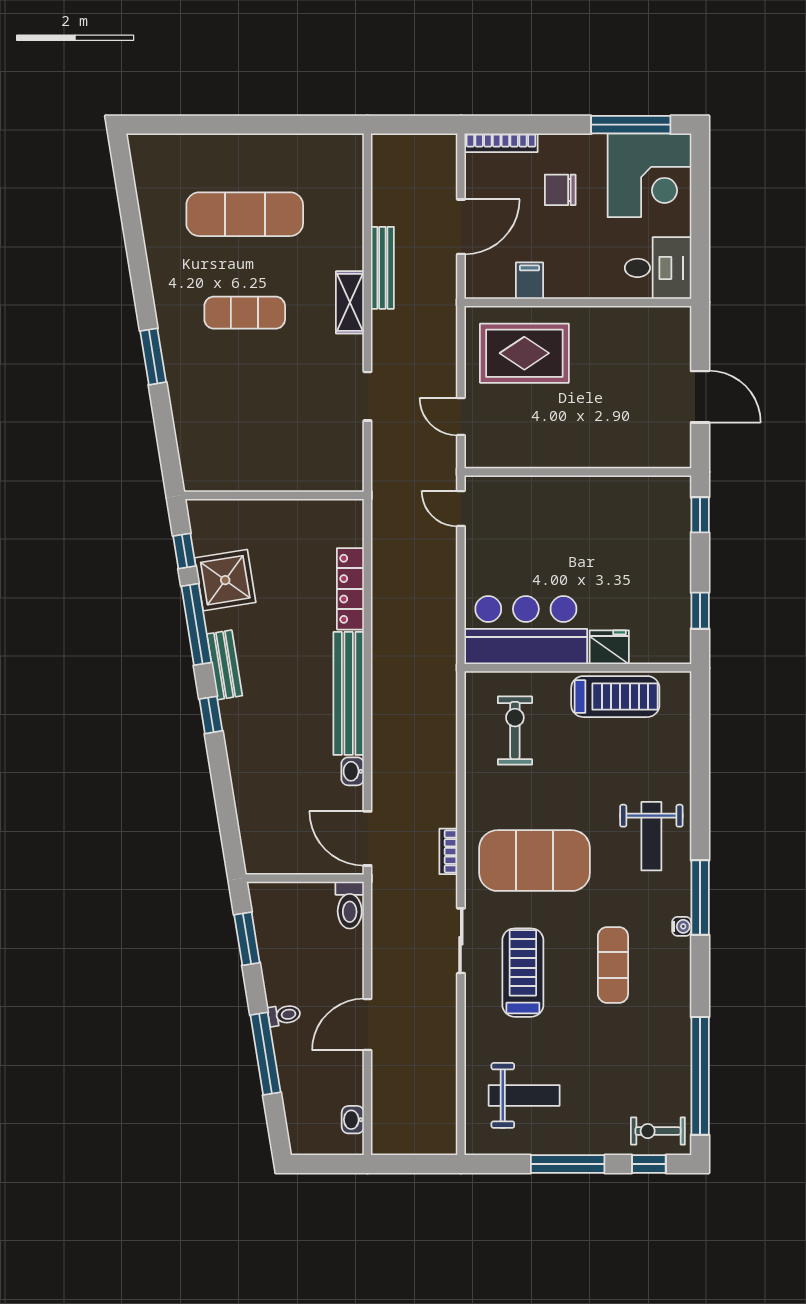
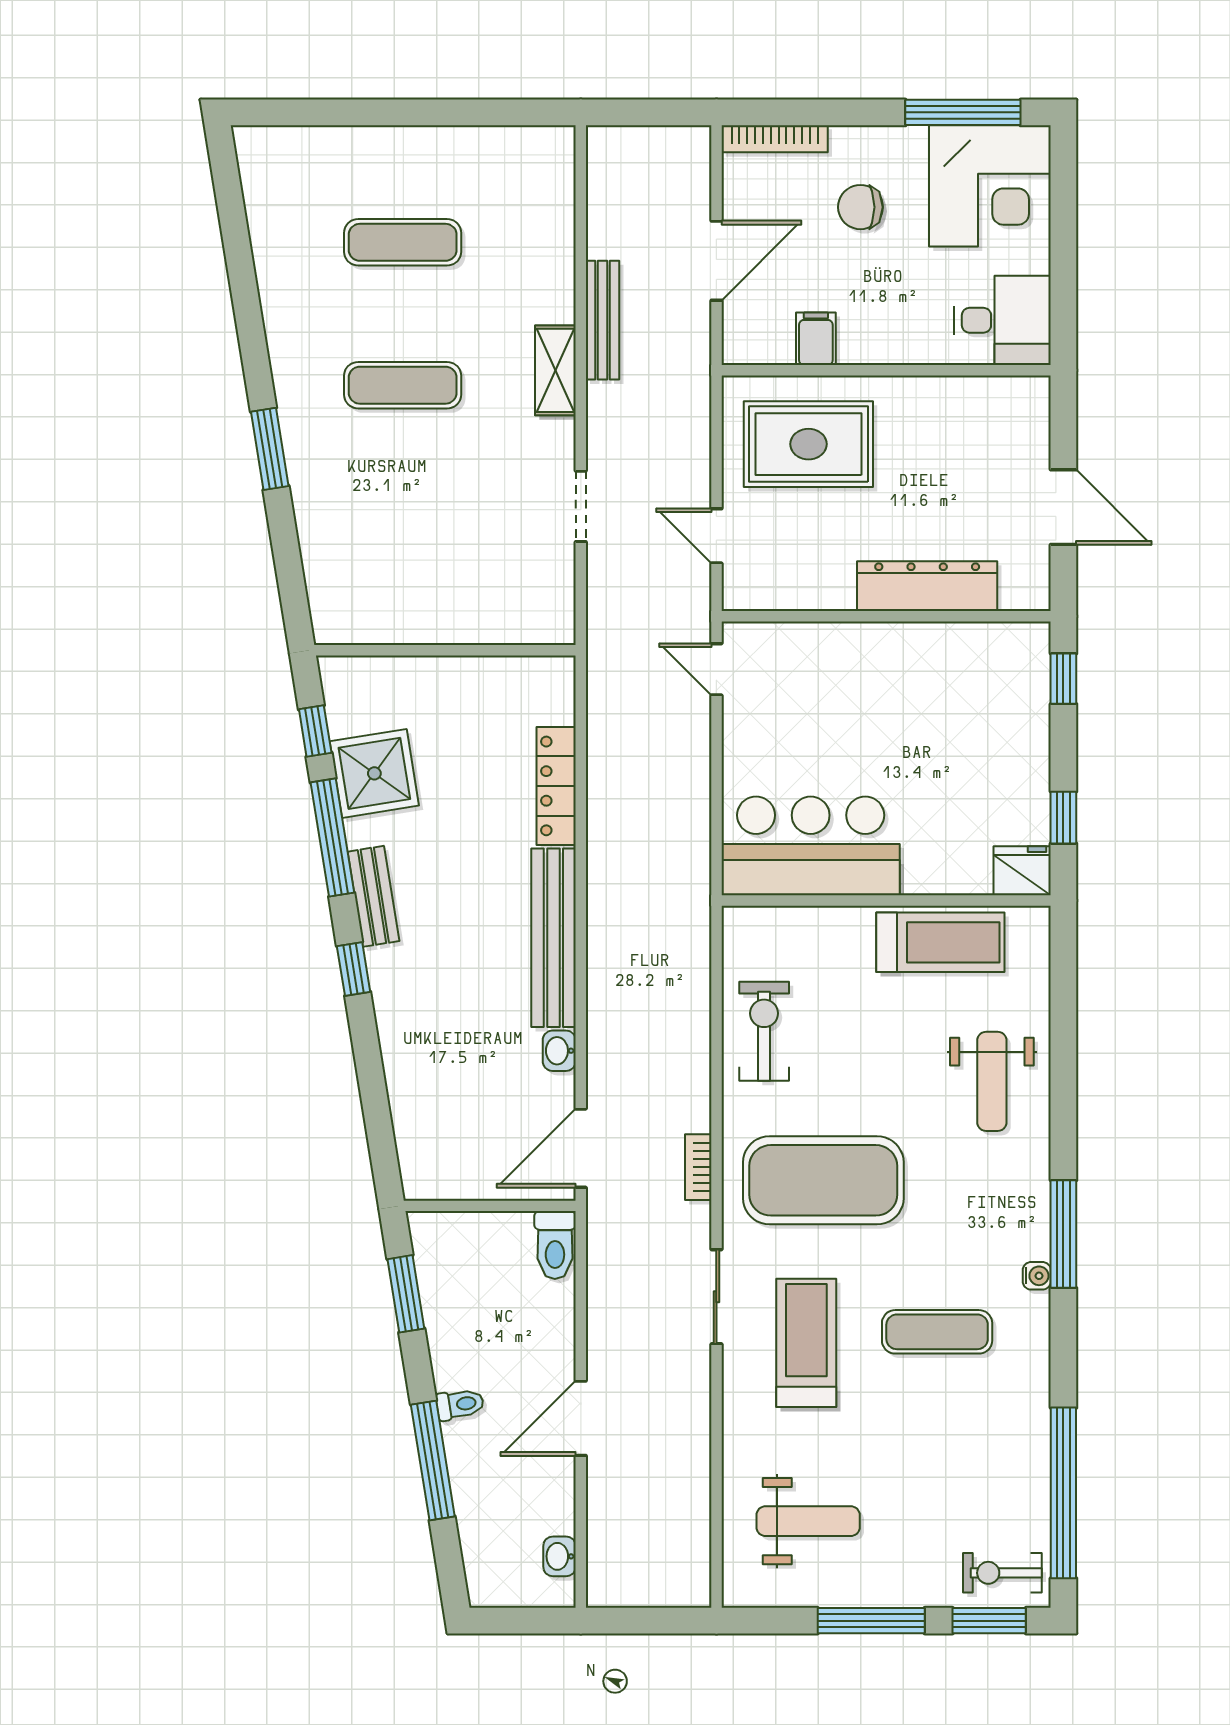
exercise mat: (245, 214) -> (403, 242), width x0.73, depth x0.69
dresser: (606, 451) -> (927, 586), added
fridge: (609, 647) -> (1022, 871), moved
exercise bike: (515, 731) -> (764, 1031), moved
weight bench: (651, 836) -> (992, 1081), moved
door: (367, 838) -> (581, 1148), hinge flipped
exercise mat: (613, 965) -> (937, 1332), turned 90
window: (649, 1164) -> (989, 1621), width x1.50

